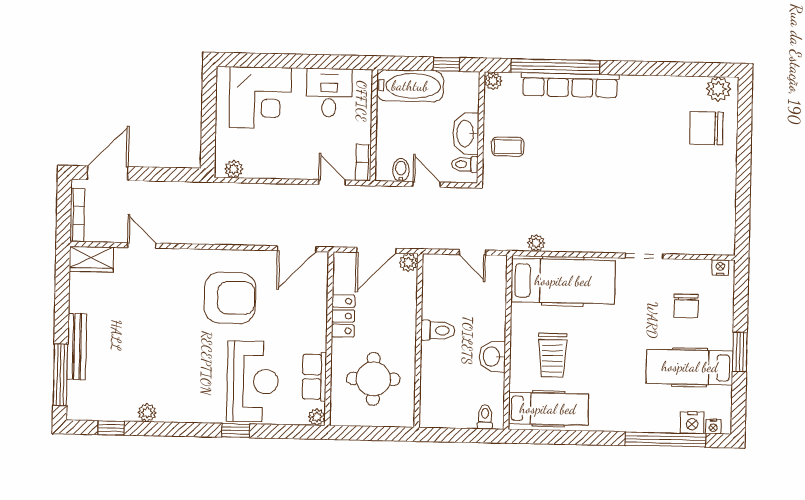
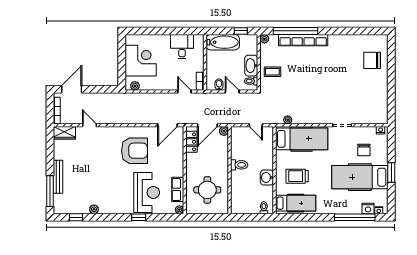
plant: (718, 89) -> (378, 41), removed
corner desk: (260, 98) -> (141, 61), moved, turned -90
locker: (343, 316) -> (191, 142), moved
trolley: (552, 355) -> (297, 176), turned 90
hospital bed: (690, 367) -> (360, 177), width x1.37, depth x1.29

